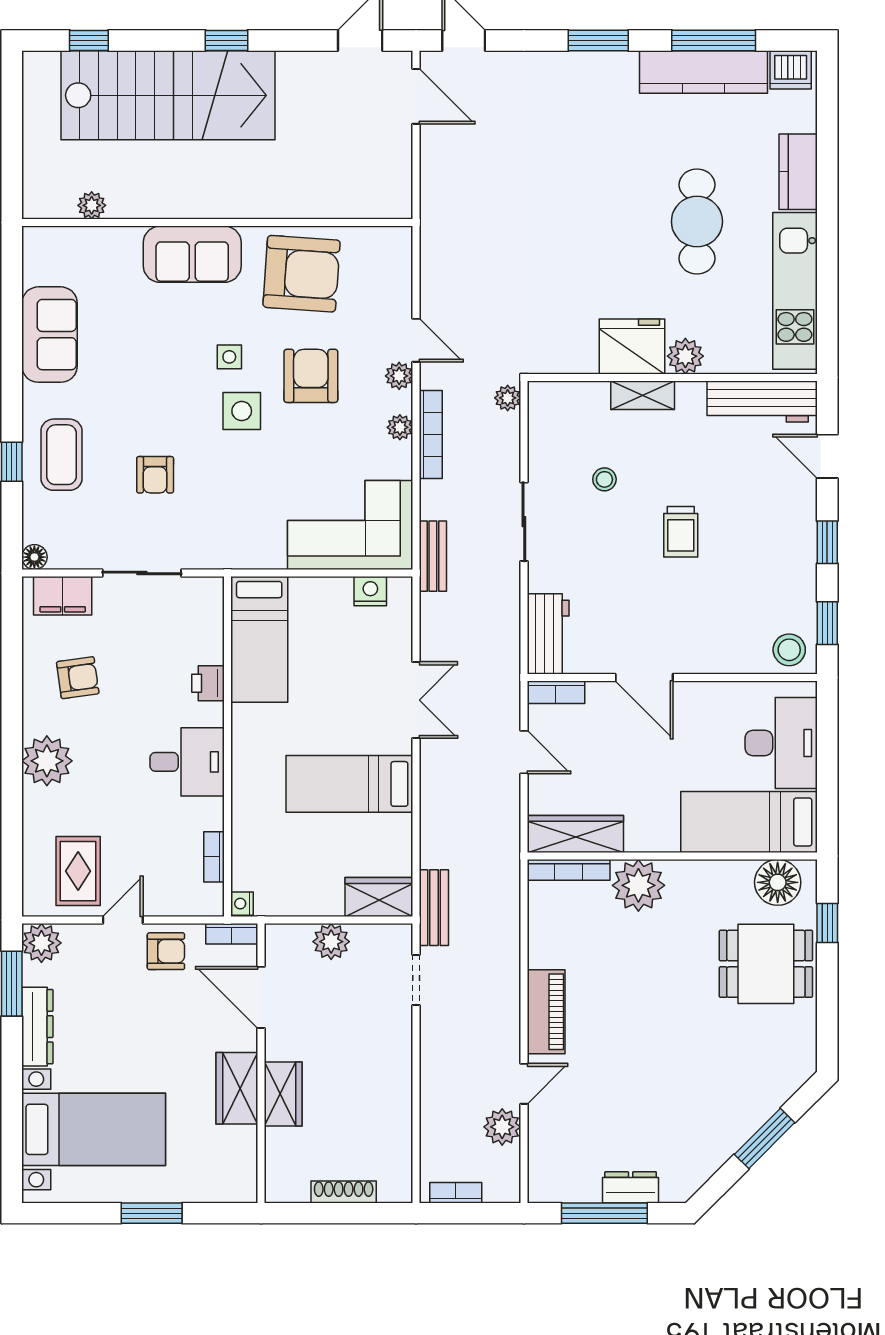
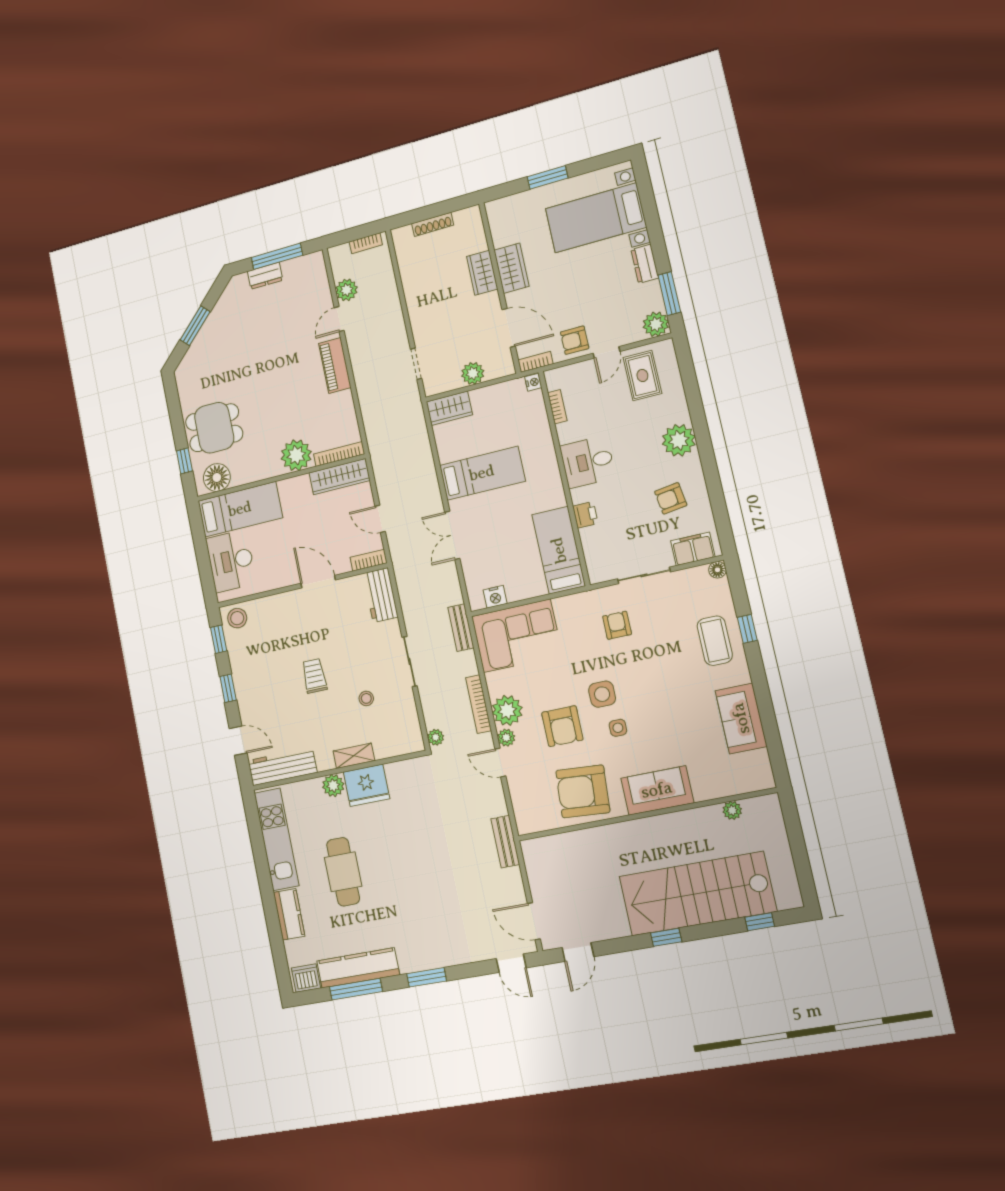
plant: (400, 427) -> (507, 710), width x1.87, depth x1.87
armchair: (155, 475) -> (617, 625), moved
bench: (434, 908) -> (505, 842), moved
dresser: (37, 1027) -> (645, 264), width x0.70

